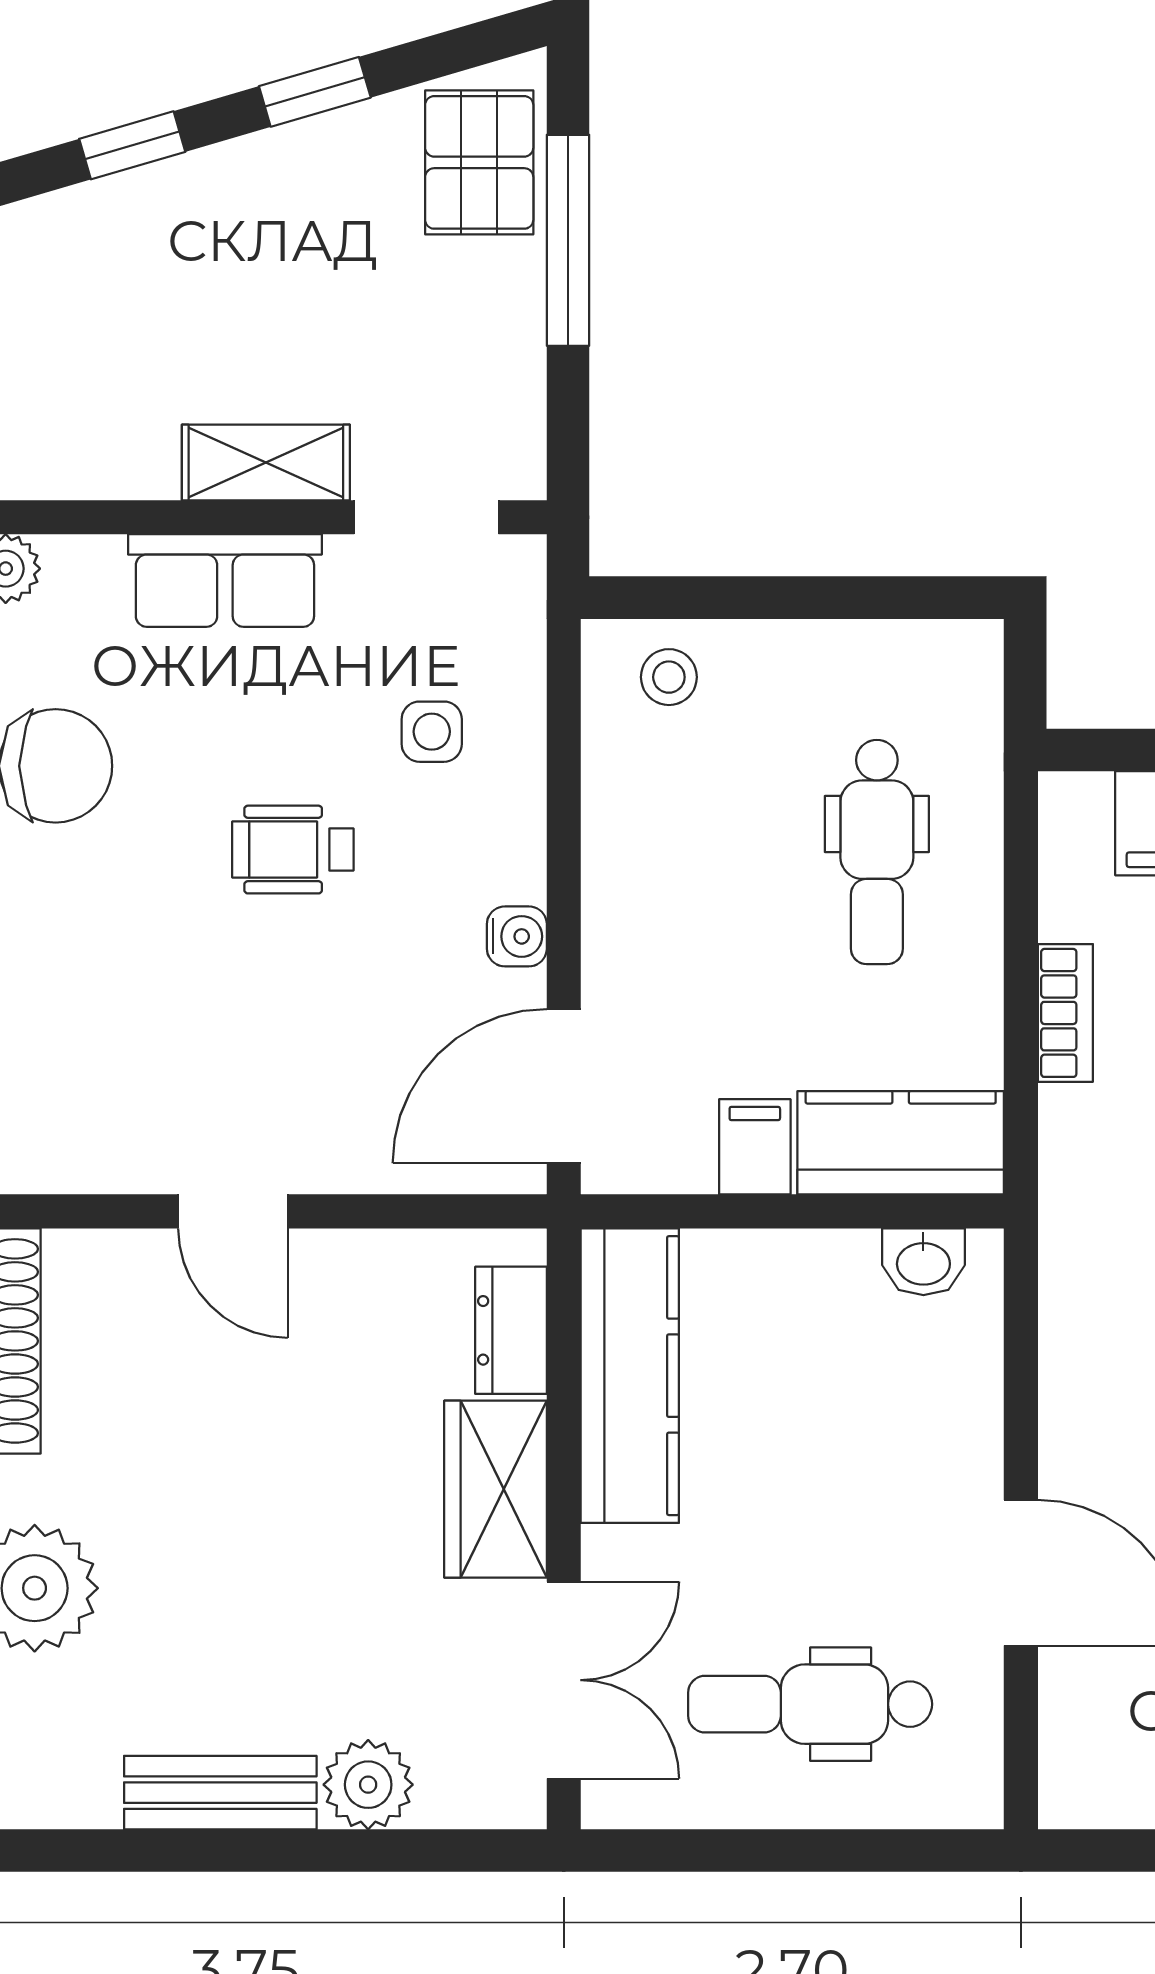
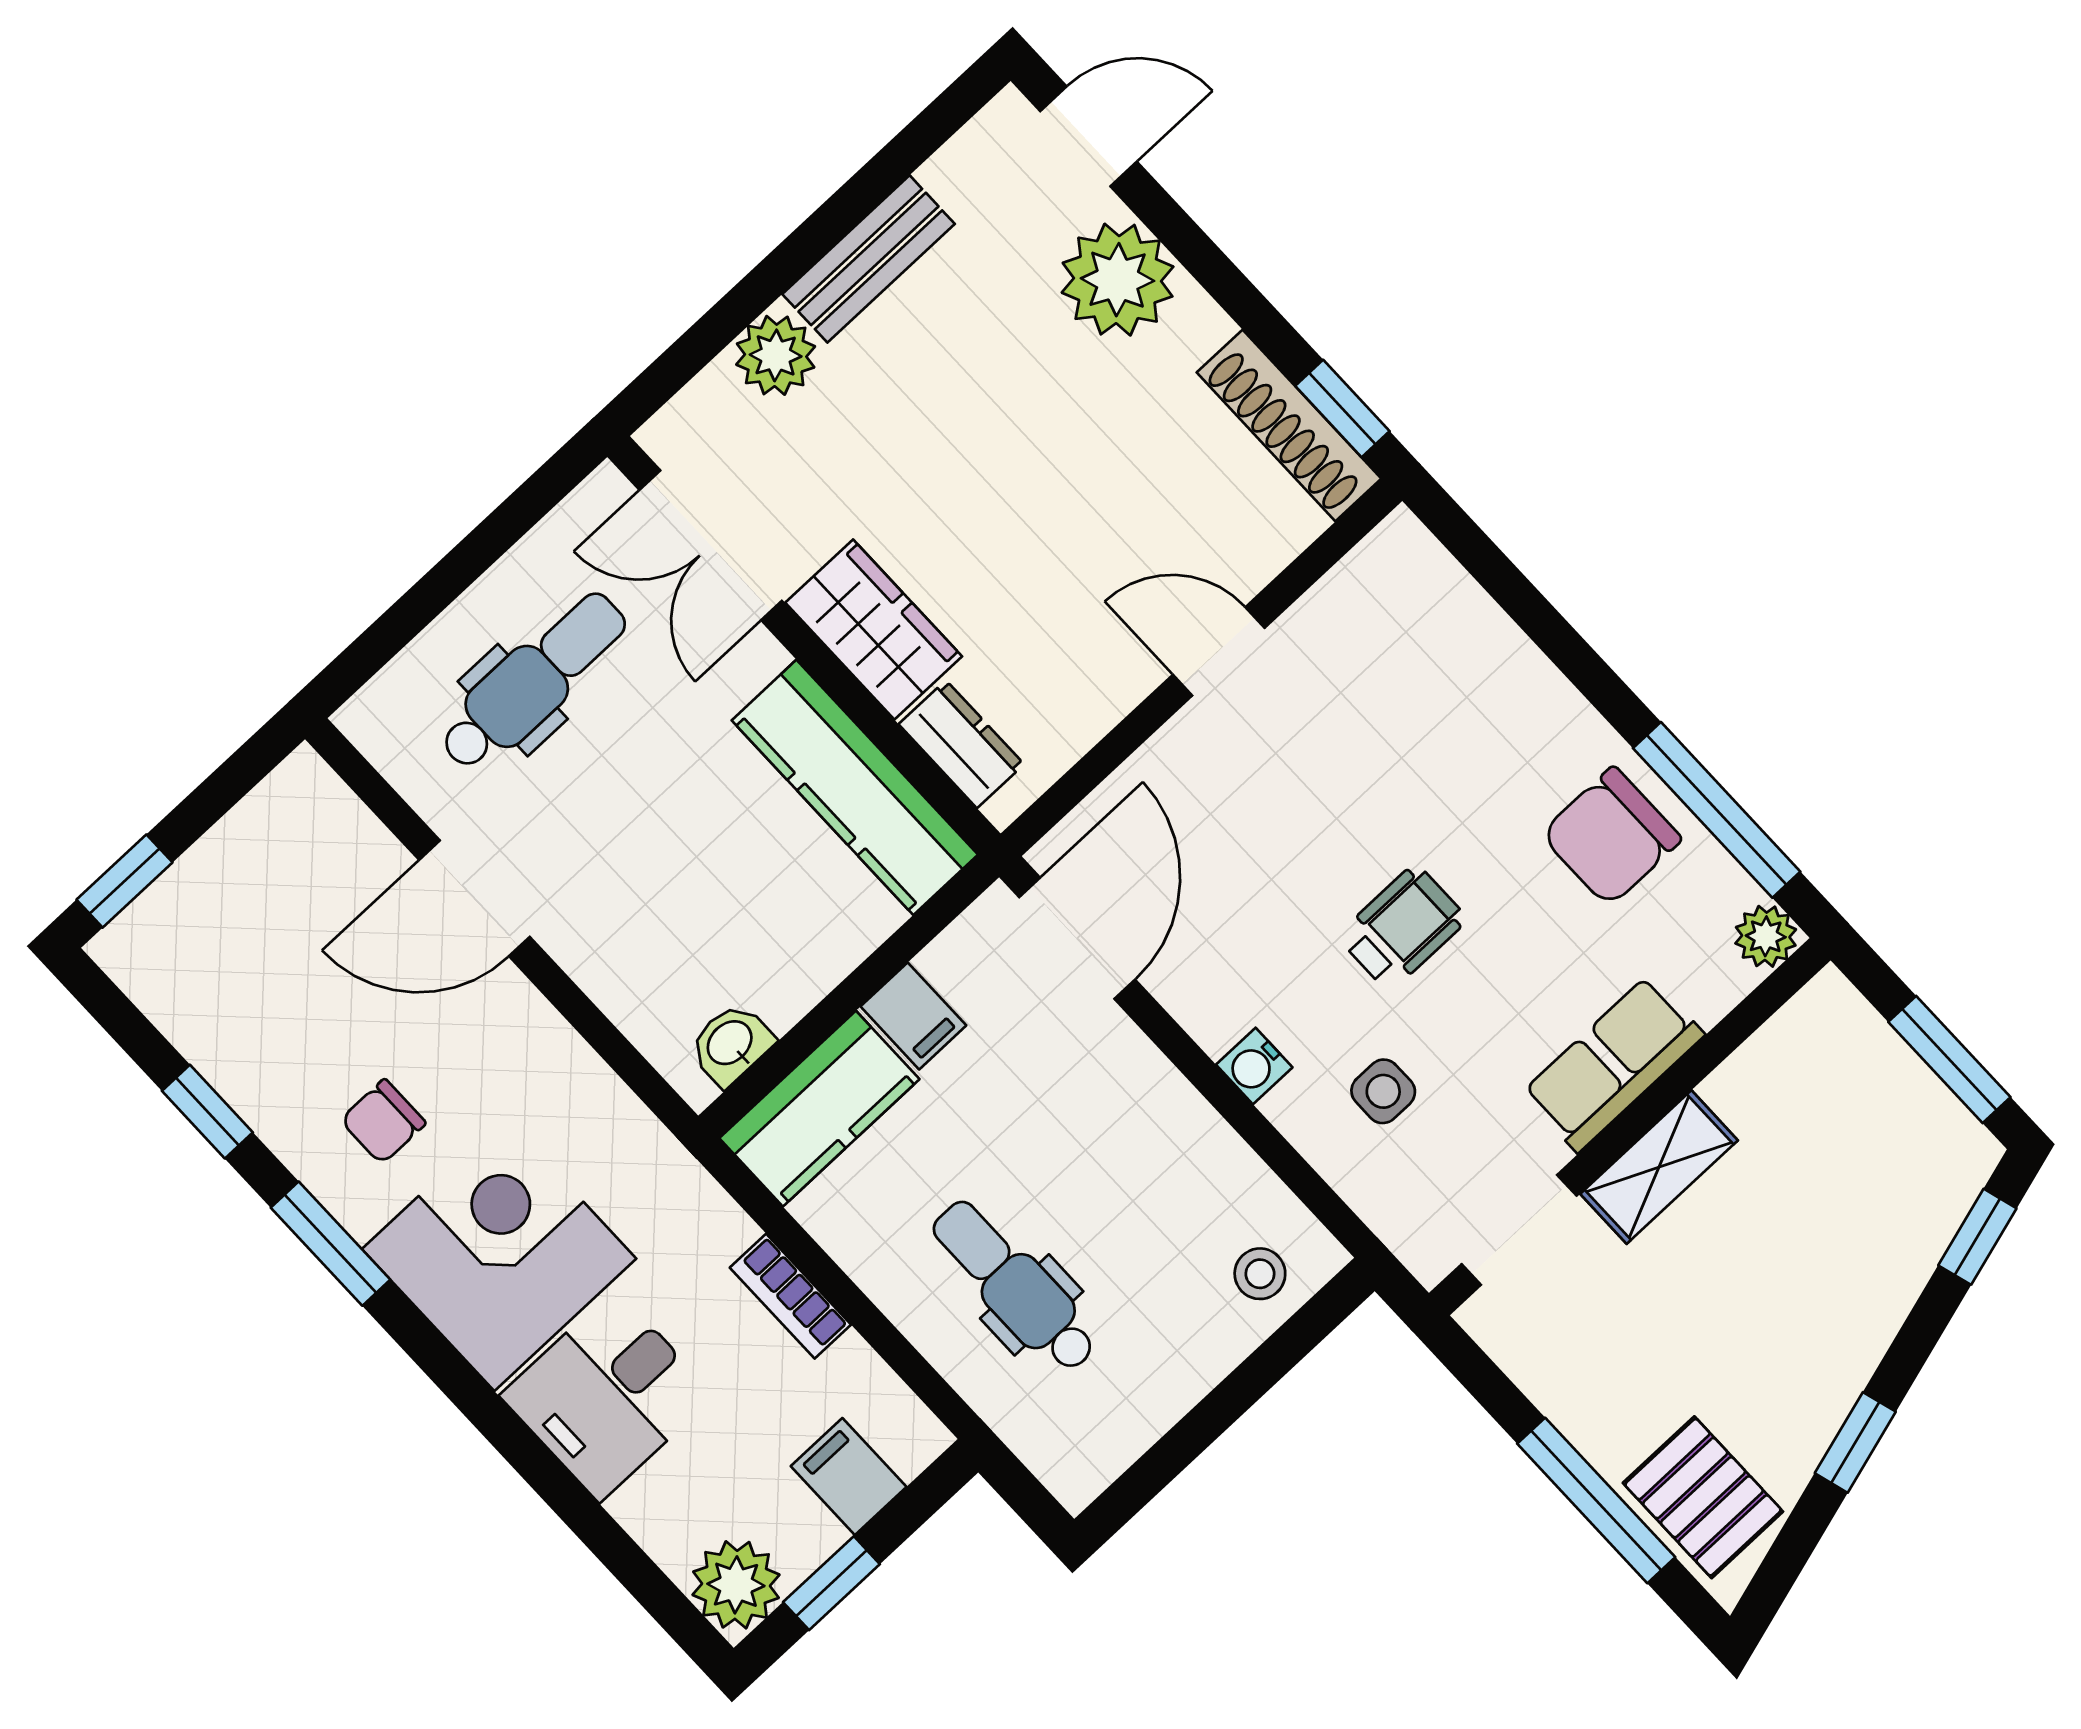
window: (132, 145) -> (1977, 1237), moved
water cooler: (517, 936) -> (1254, 1066), moved

